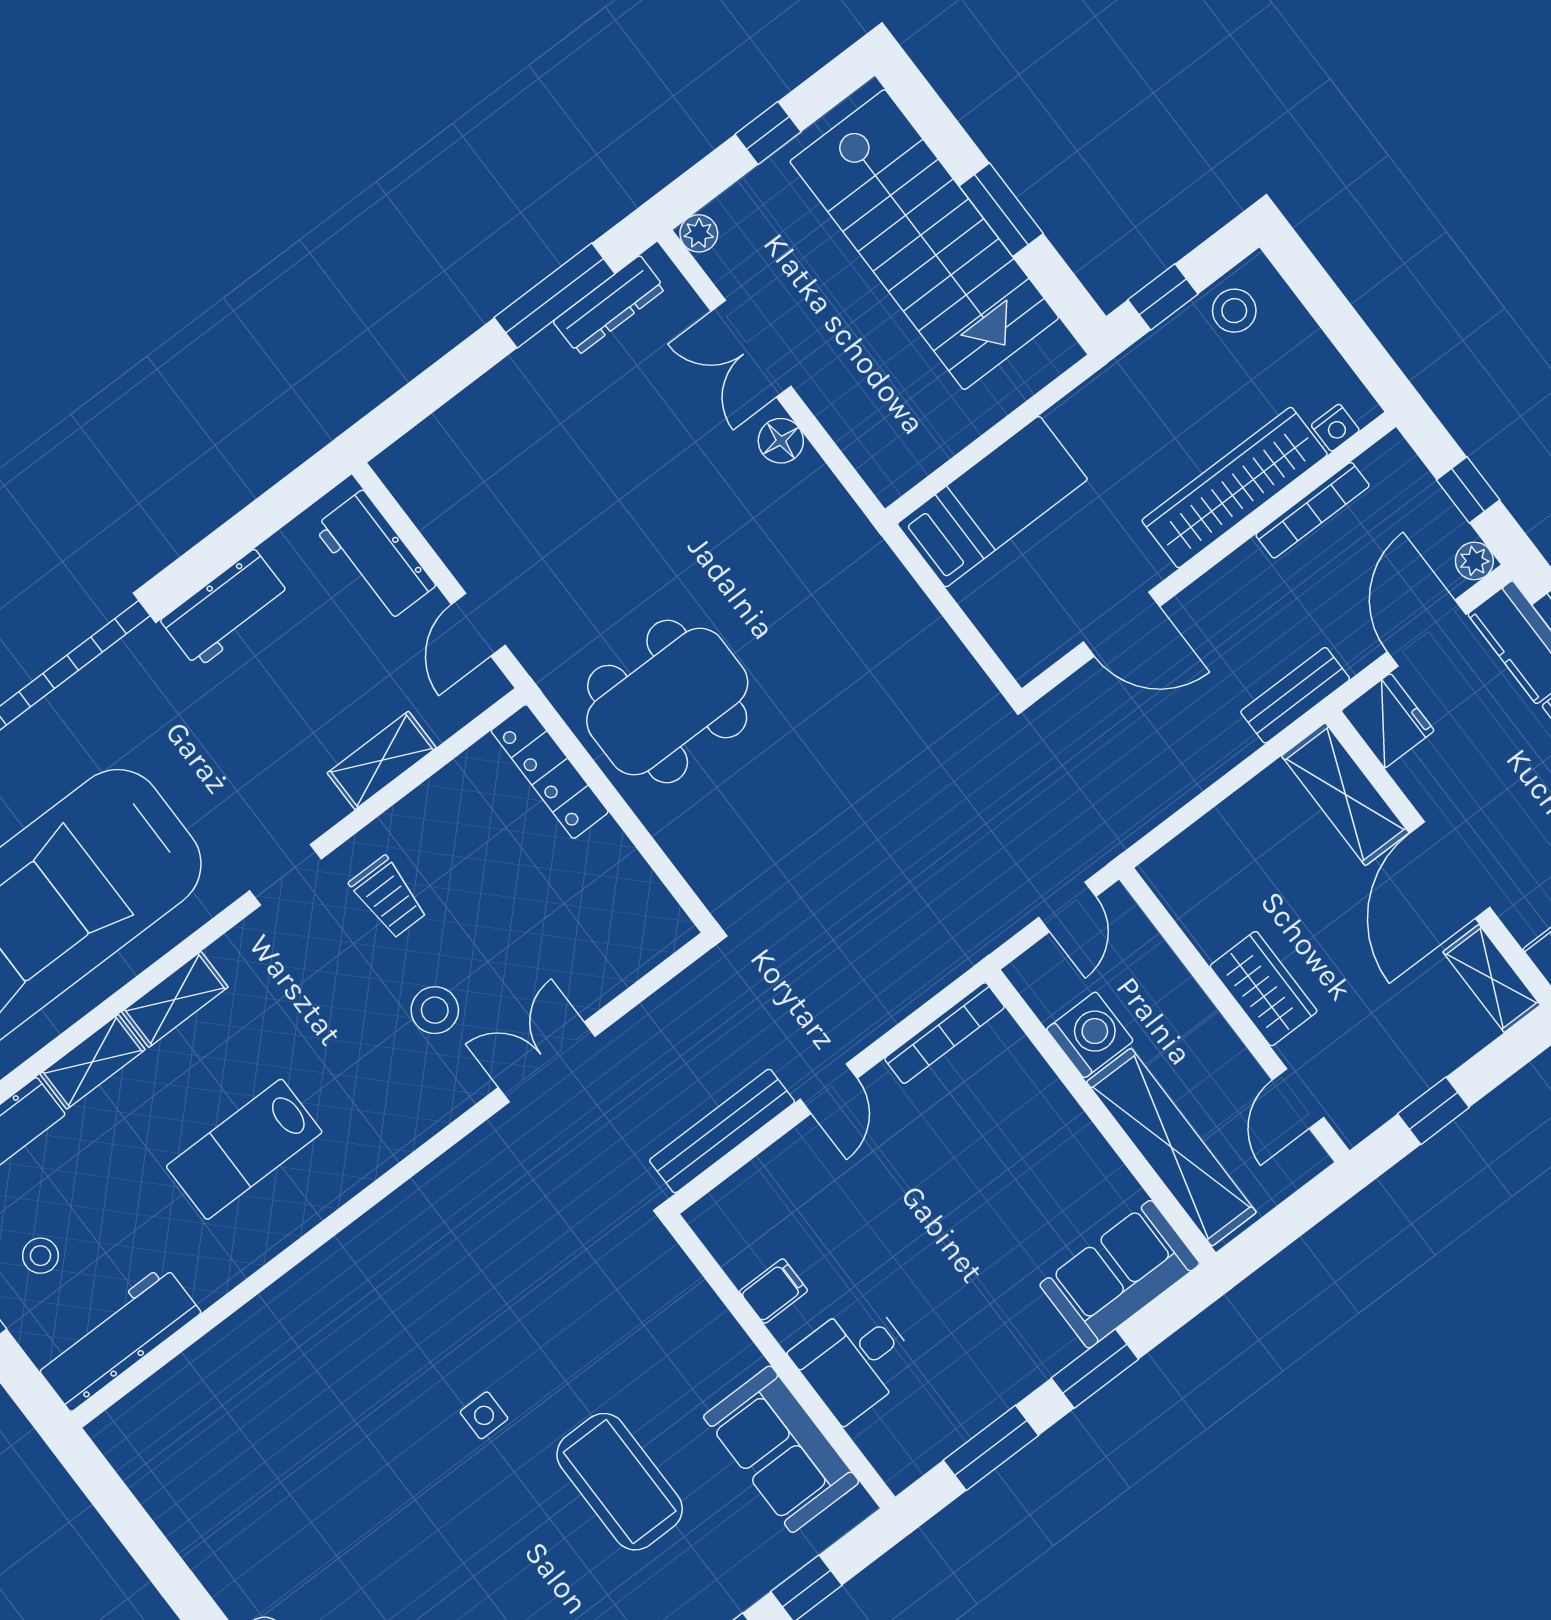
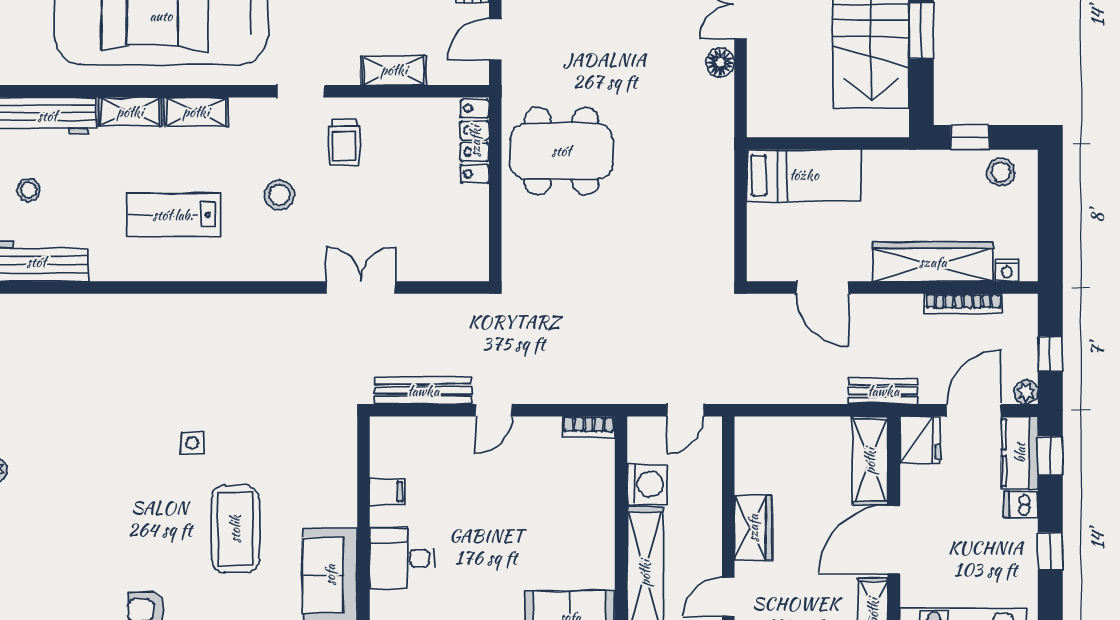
stool: (435, 1010) -> (279, 195), moved
bookcase: (945, 1033) -> (589, 427), width x0.64

